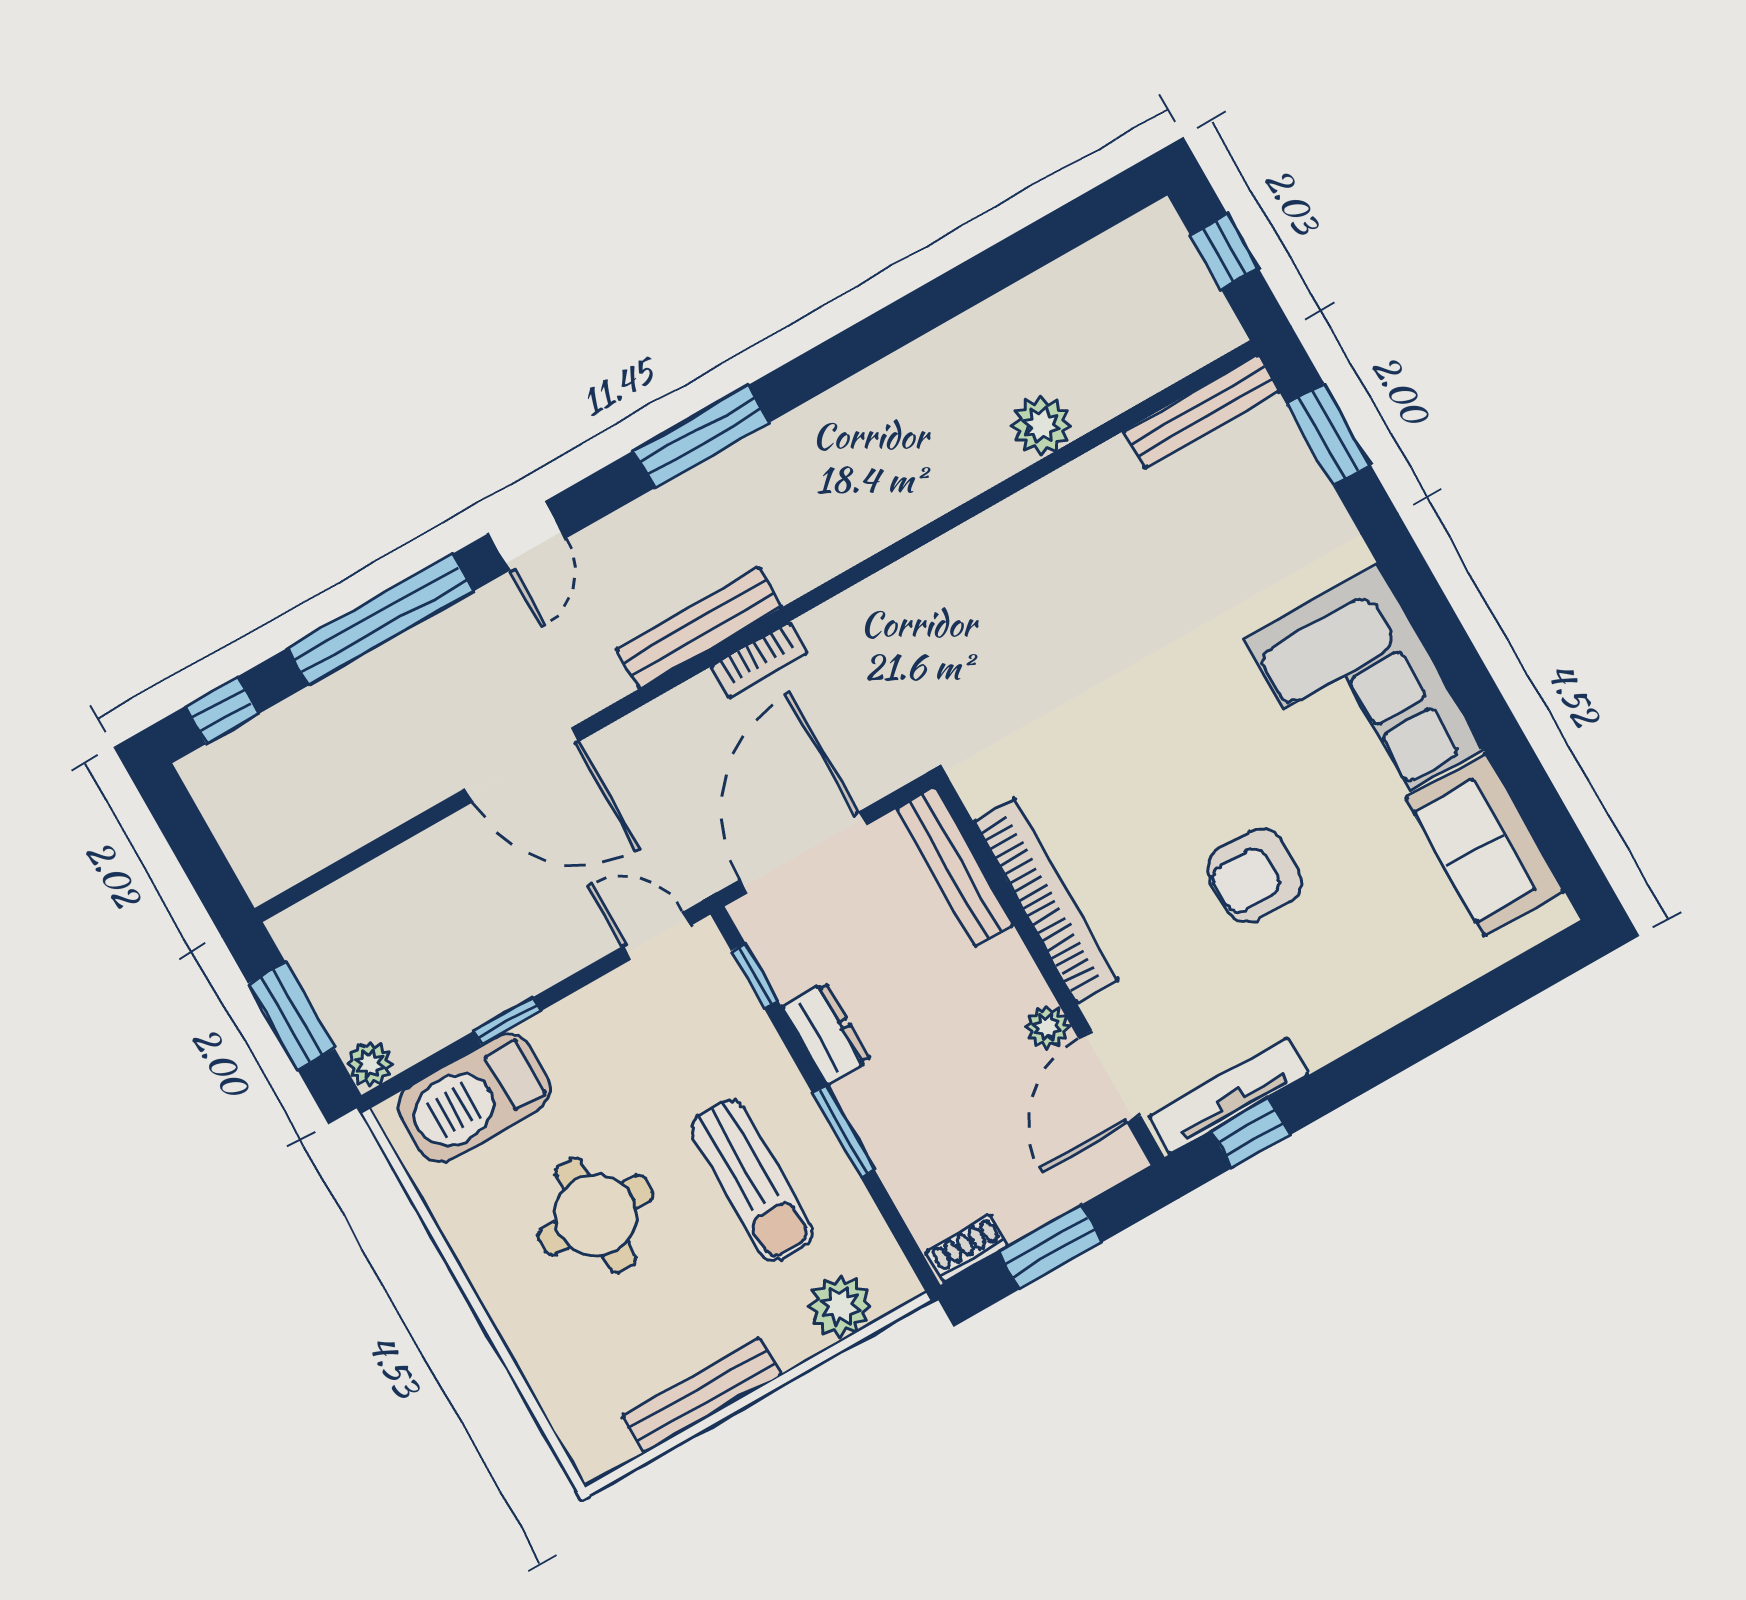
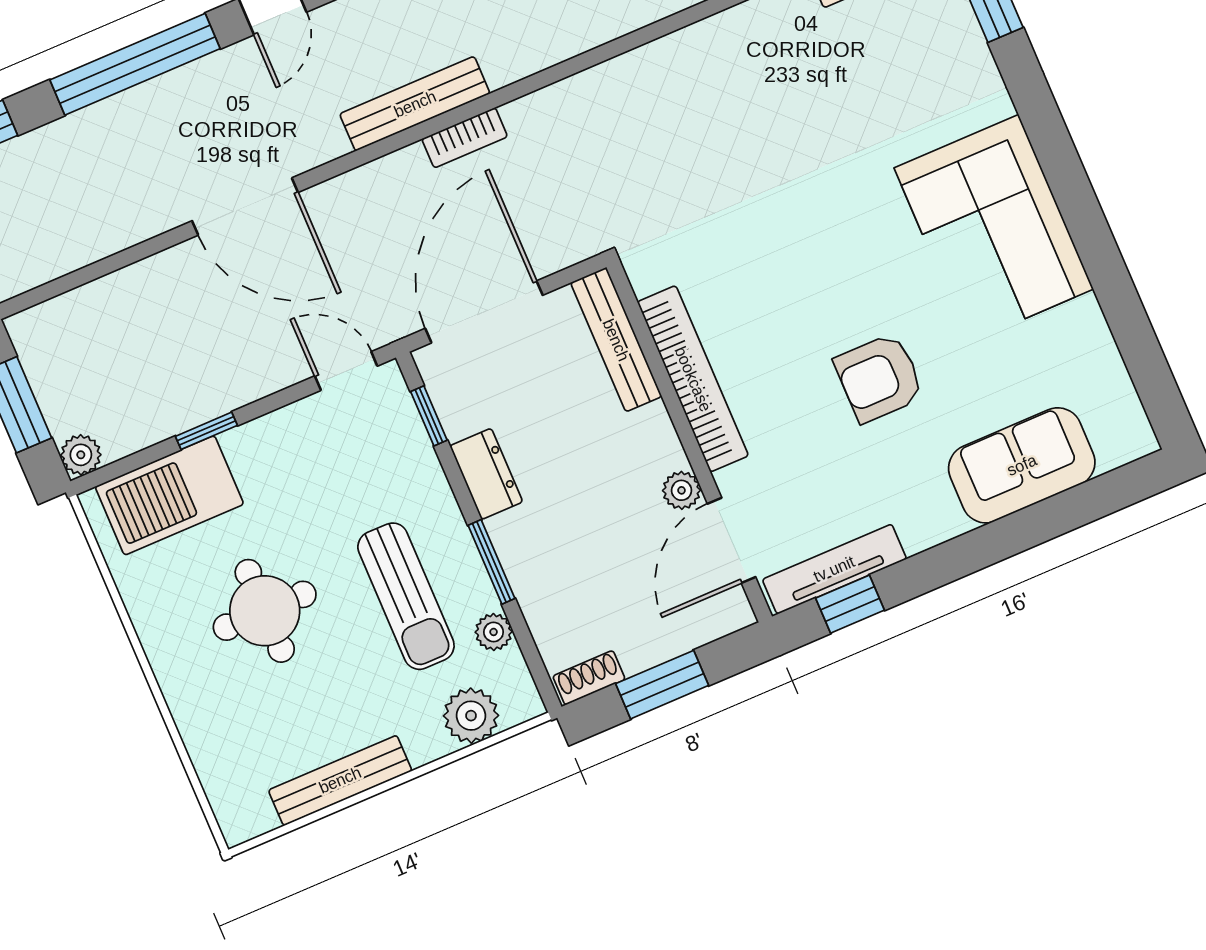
sofa: (1485, 845) -> (1022, 465), moved, turned 90
plant: (855, 1210) -> (494, 632), added

